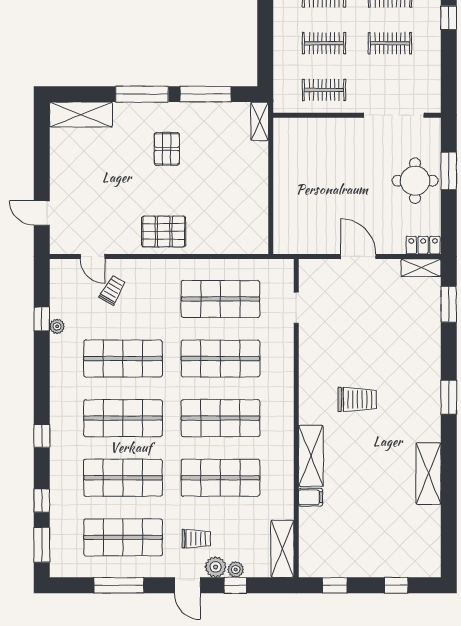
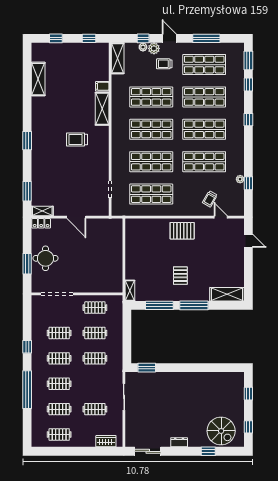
shelving: (428, 474) -> (38, 79), moved

